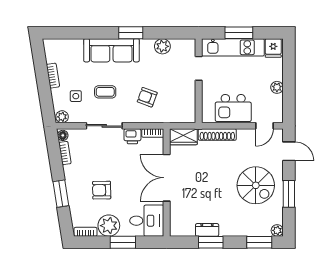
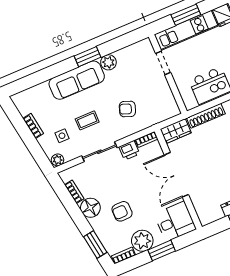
plant: (162, 46) -> (108, 62), moved
floor lamp: (63, 135) -> (90, 208), moved, width x1.89, depth x1.89
window: (61, 194) -> (95, 244), moved

